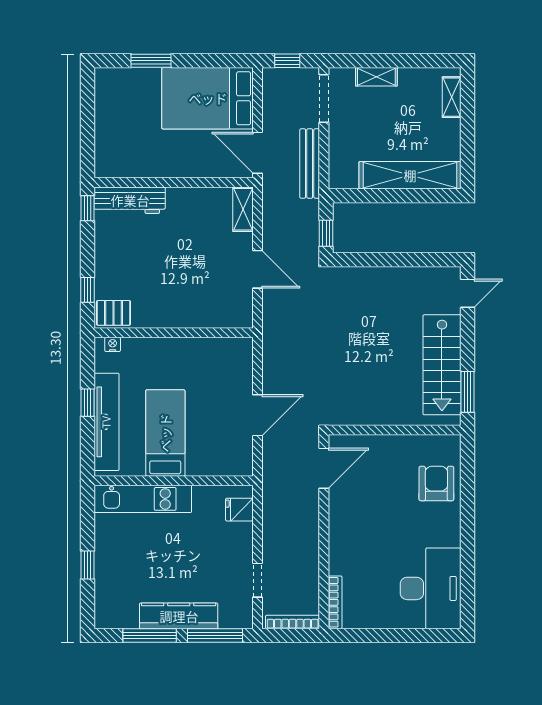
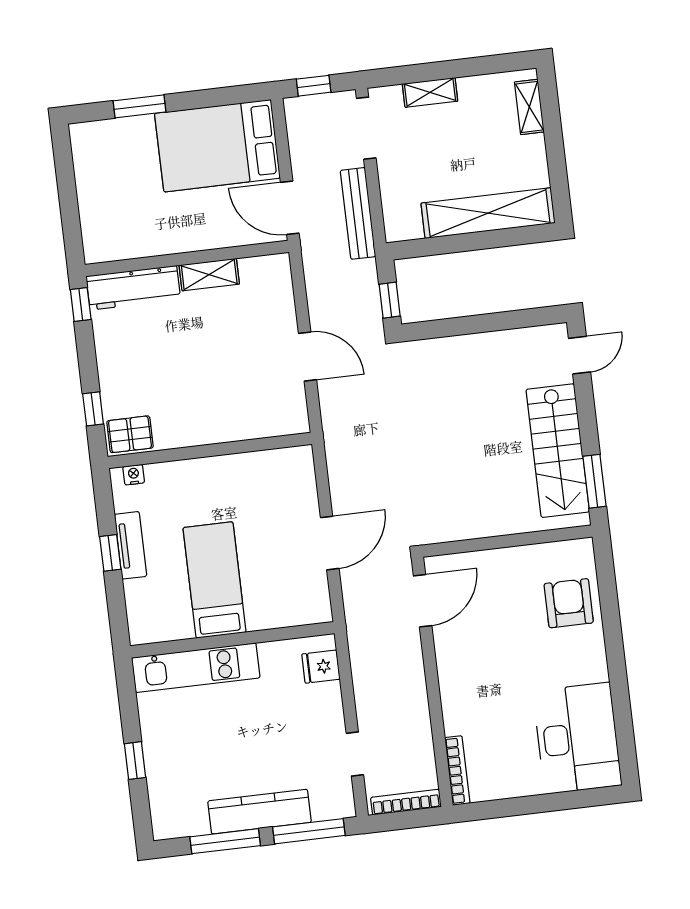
shelving: (243, 209) -> (209, 275), moved, turned 90
tv unit: (106, 422) -> (131, 545), width x0.52, depth x0.78

